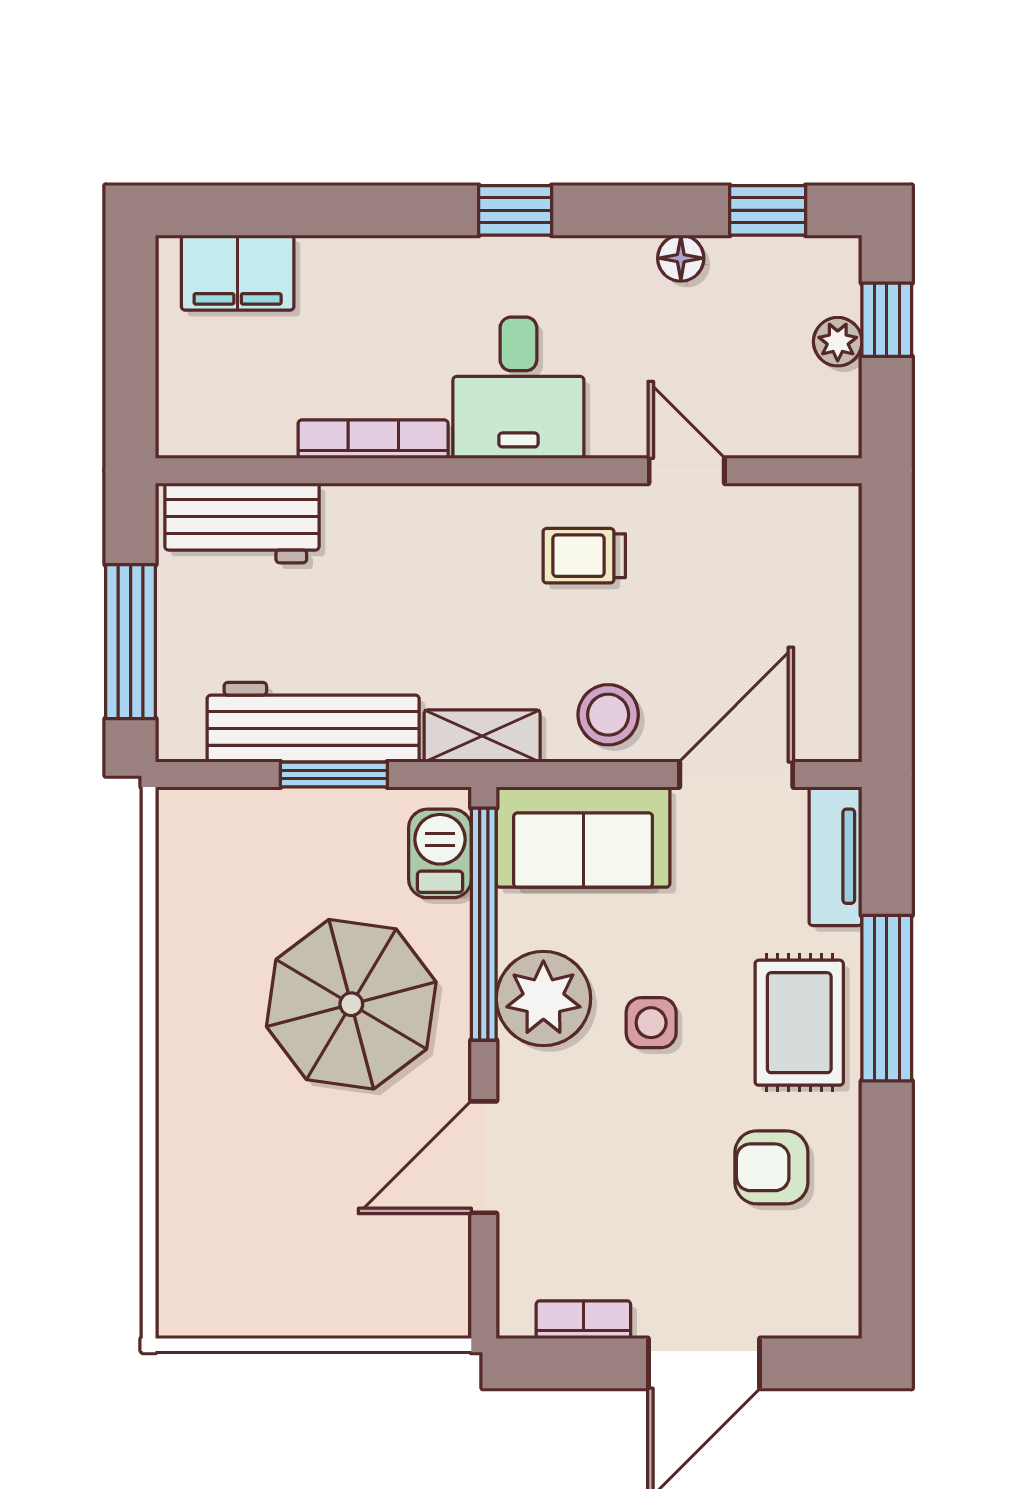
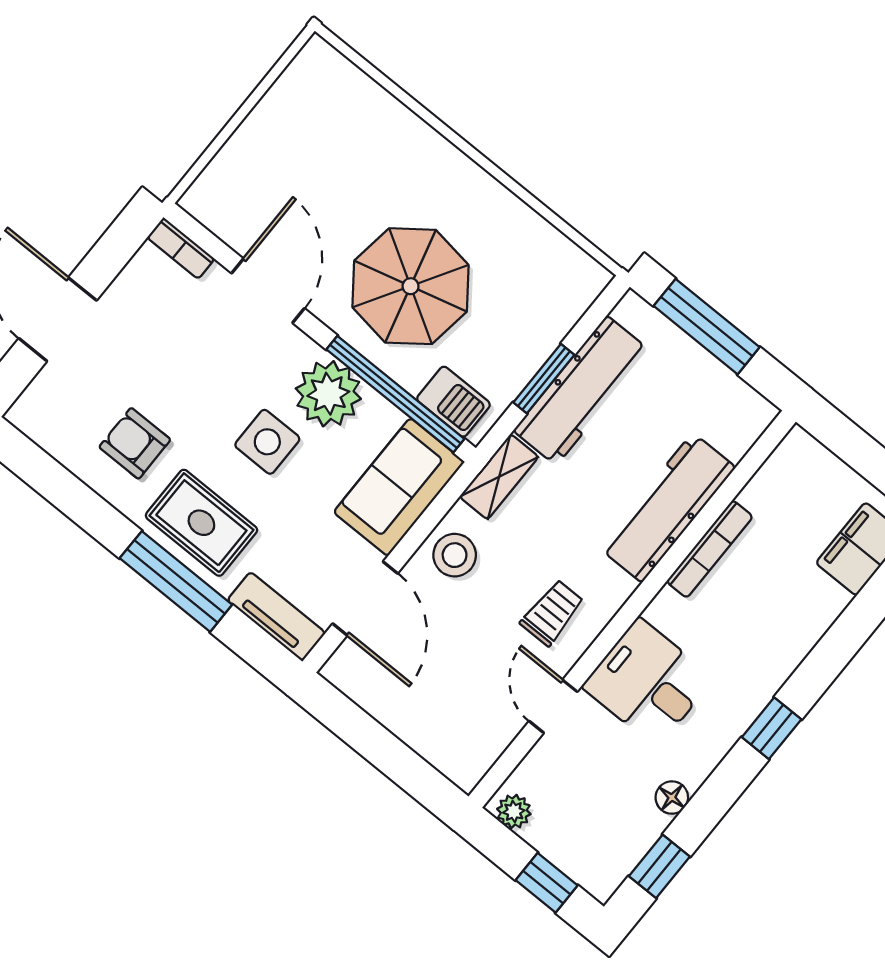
plant: (838, 342) -> (514, 812), moved
desk: (518, 388) -> (648, 682), moved
door: (687, 471) -> (553, 706), swing flipped
workbench: (242, 523) -> (667, 508), moved, width x1.38
side table: (651, 1023) -> (267, 442), width x1.37, depth x1.37
armchair: (771, 1167) -> (135, 443), turned -90
bookcase: (583, 1320) -> (181, 248), moved, turned 90

